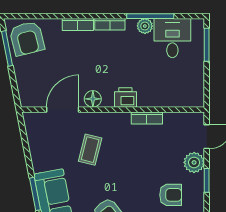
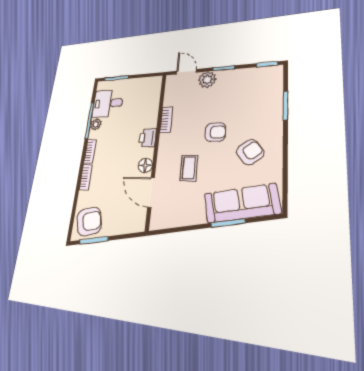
coffee table: (90, 150) -> (189, 168), turned 76
armchair: (171, 195) -> (215, 132), moved, turned 90

